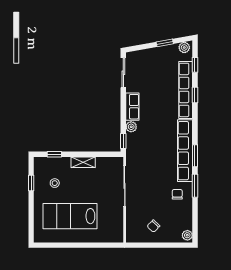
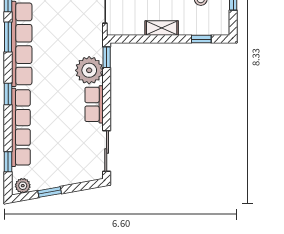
window: (195, 95) -> (8, 94), moved
plant: (131, 127) -> (89, 70), width x1.88, depth x1.88

